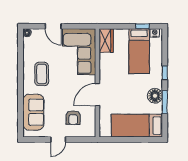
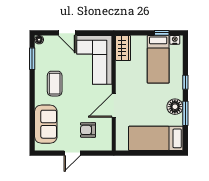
window: (21, 51) -> (32, 59), added
armchair: (73, 118) -> (88, 130), turned 90

